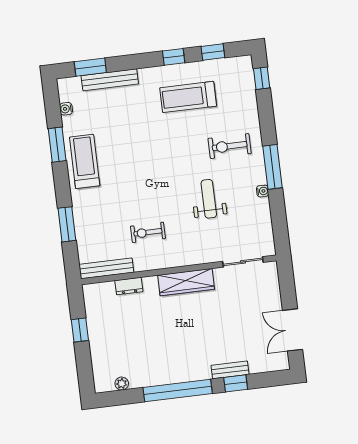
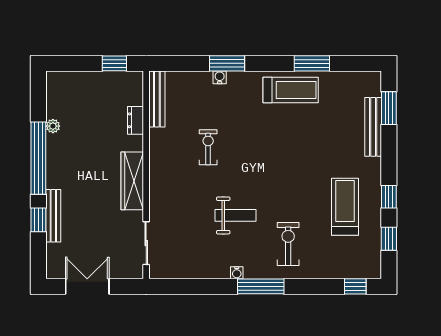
water cooler: (66, 109) -> (220, 77), moved
sliding door: (243, 262) -> (146, 243), moved
bench: (106, 268) -> (157, 99), moved
wall: (179, 270) -> (146, 175), moved
wardrobe: (186, 282) -> (132, 181), moved
dresser: (129, 286) -> (136, 120), moved
bench: (230, 370) -> (53, 216), width x1.36
plant: (122, 384) -> (53, 126), moved

